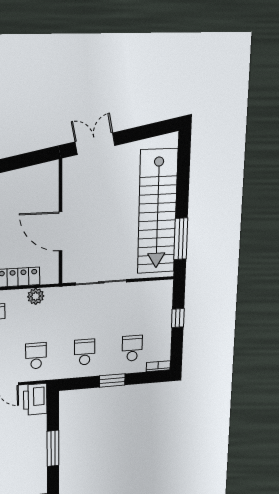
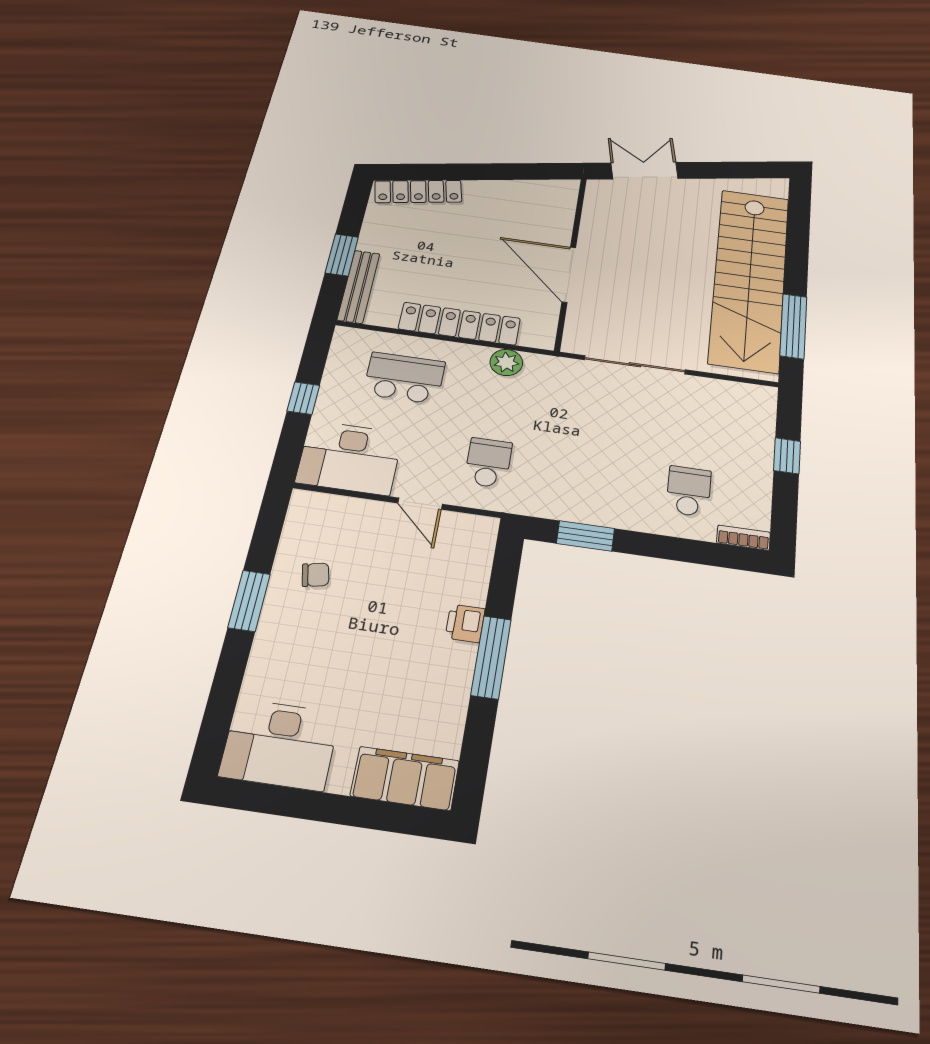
school desk: (85, 352) -> (588, 477), removed
window: (112, 380) -> (586, 536), moved
printer: (35, 399) -> (465, 623), moved, width x0.53, depth x0.68

